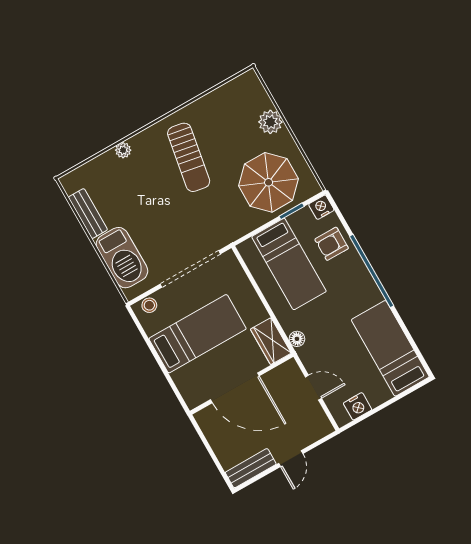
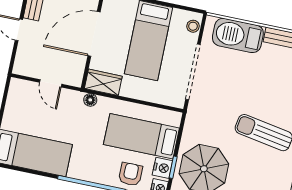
door: (313, 388) -> (51, 83), hinge flipped
nightstand: (358, 406) -> (162, 168), moved, turned 180

